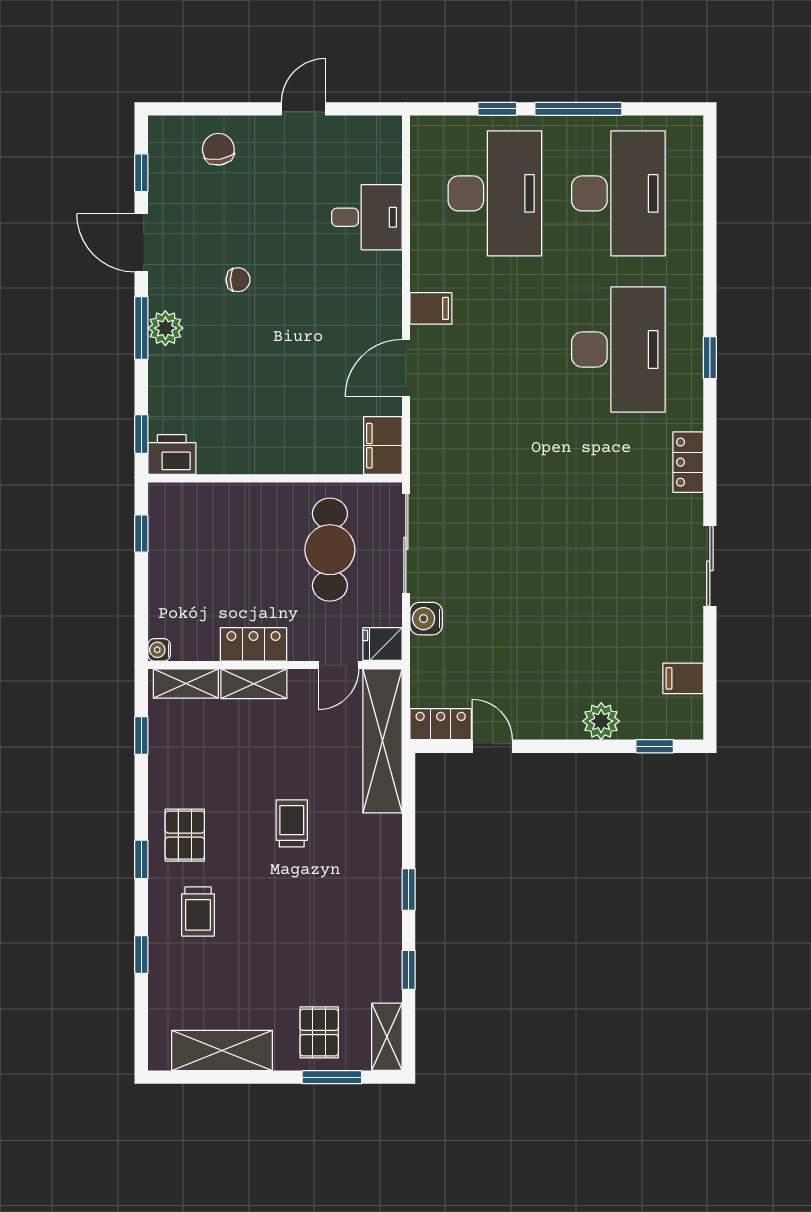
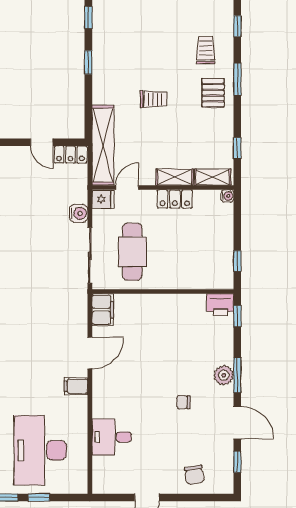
trolley: (292, 823) -> (153, 99), turned -90
window: (141, 859) -> (237, 79), width x1.50

